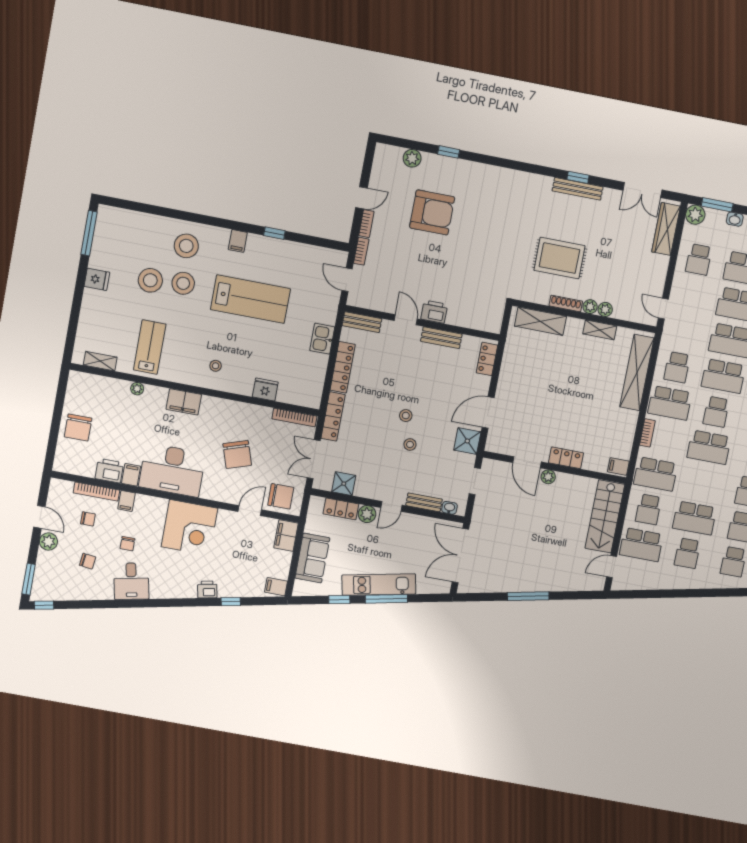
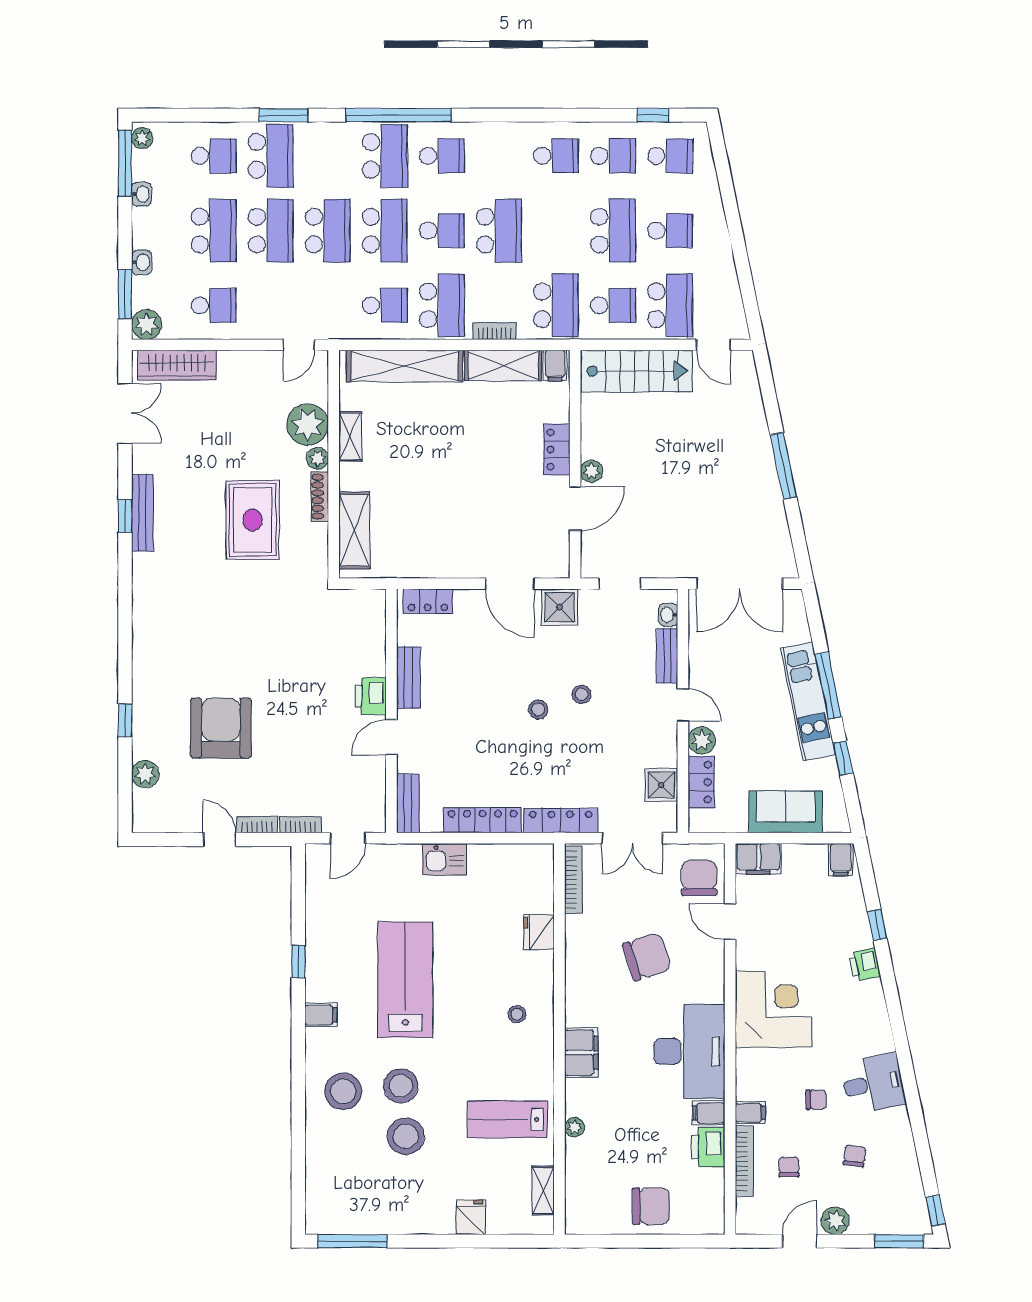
fridge: (97, 279) -> (471, 1217), moved
plant: (605, 309) -> (308, 425), width x1.88, depth x1.88
shelving: (625, 434) -> (503, 365), added

